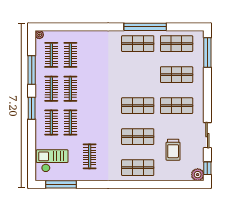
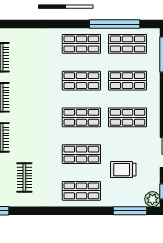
window: (145, 27) -> (115, 24), moved
shop shelf: (138, 75) -> (81, 81), added
trolley: (173, 150) -> (123, 170), turned 90
window: (179, 184) -> (130, 211), added

